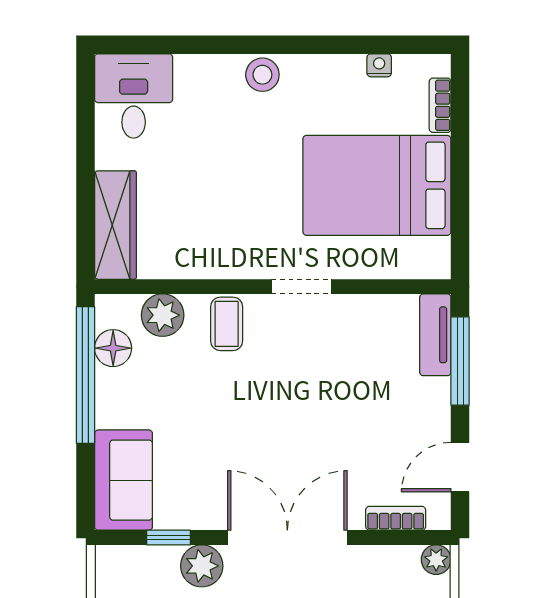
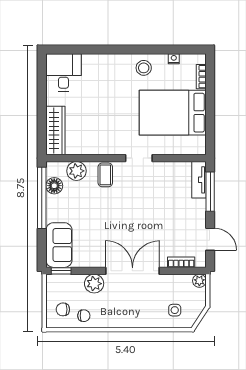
stool: (262, 75) -> (144, 68), moved
door: (460, 467) -> (210, 239), swing flipped
window: (169, 538) -> (61, 271), moved

